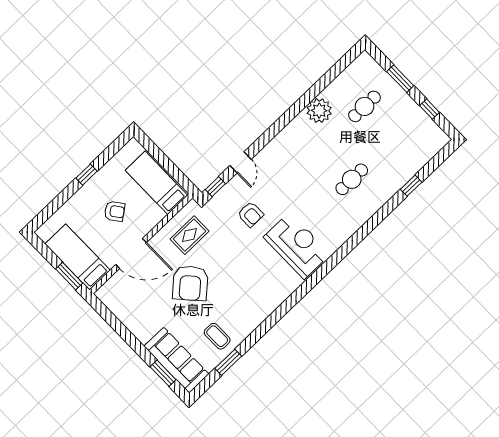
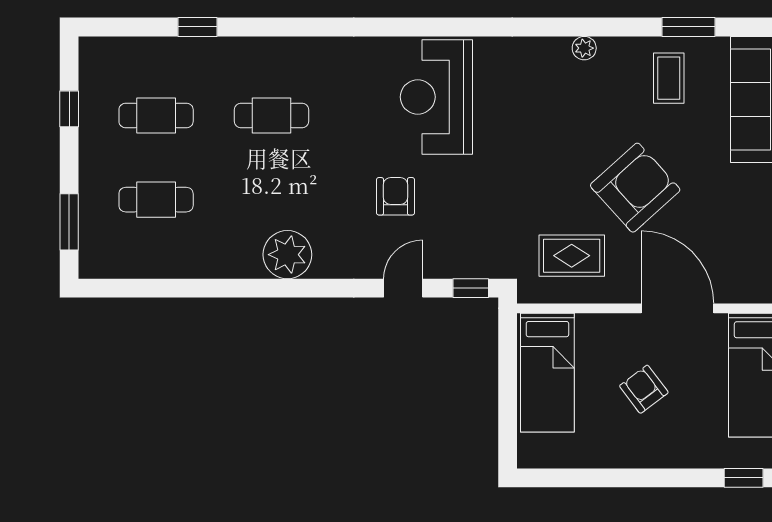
window: (400, 79) -> (69, 222), moved
plant: (319, 111) -> (287, 255), moved
cafe table: (395, 138) -> (156, 115), added
window: (86, 175) -> (744, 478), moved
armchair: (250, 214) -> (395, 196), moved
plant: (259, 317) -> (584, 48), added

